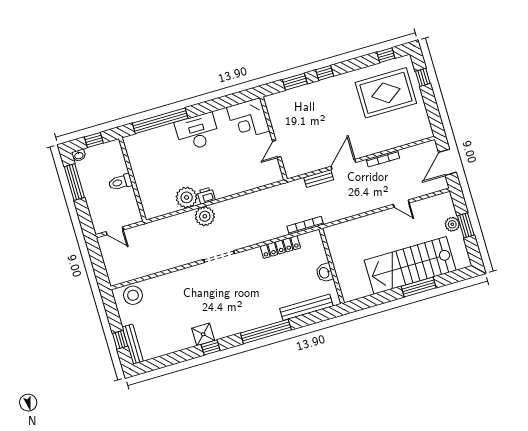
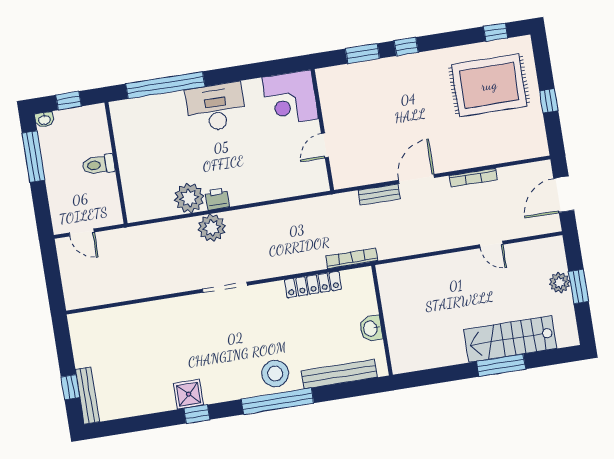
window: (423, 77) -> (549, 101), moved
stairs: (410, 265) -> (510, 339), width x0.73, depth x0.66
stool: (133, 295) -> (275, 374), moved

